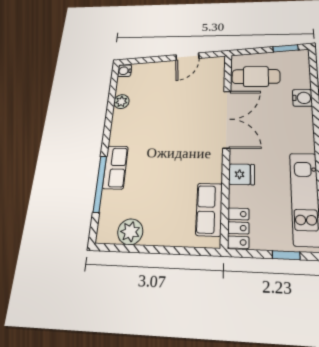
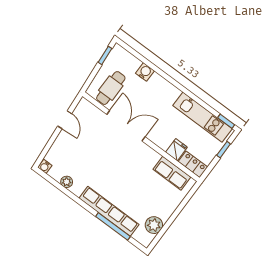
row of seats: (115, 167) -> (109, 211), width x2.02
fridge: (242, 174) -> (176, 150), moved

